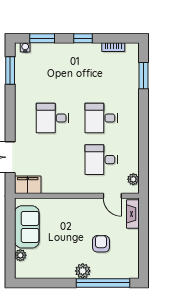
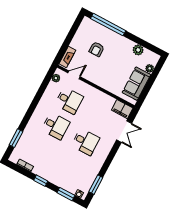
door: (112, 196) -> (74, 75), hinge flipped
plant: (83, 271) -> (138, 50), moved

